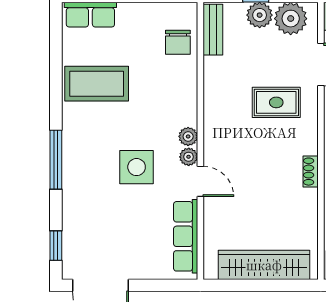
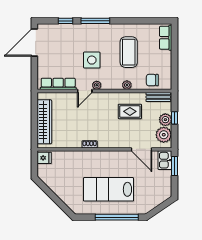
coffee table: (97, 84) -> (129, 52), moved
rug: (276, 102) -> (130, 111), moved, turned 90
plant: (188, 136) -> (127, 85), moved
window: (56, 246) -> (66, 21), moved

